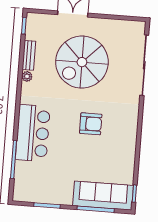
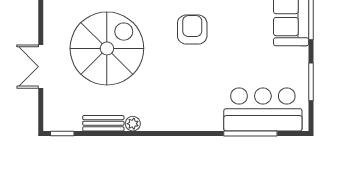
spiral stairs: (82, 62) -> (107, 48), turned -90
bar counter: (33, 133) -> (263, 109), moved

